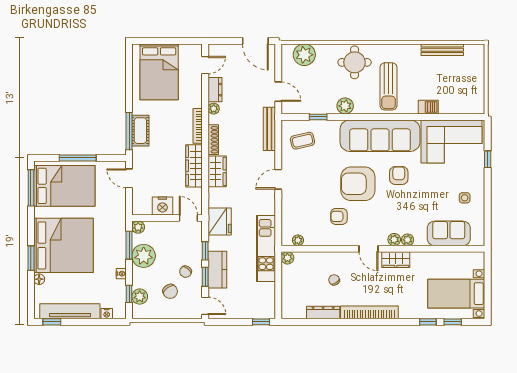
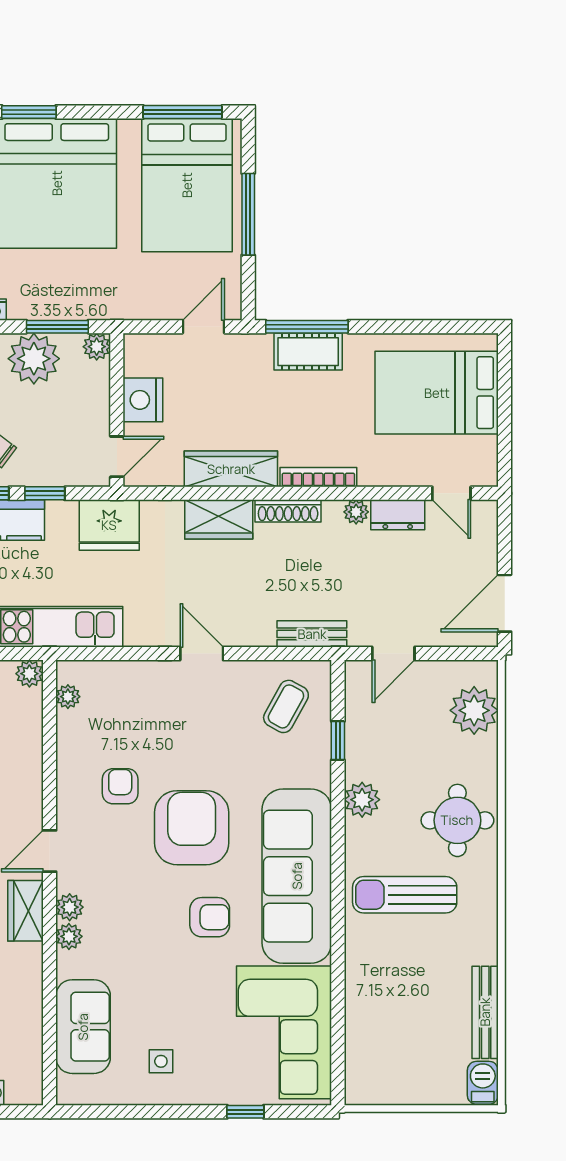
barbecue: (428, 107) -> (483, 1083), moved, turned 180
bench: (269, 129) -> (312, 634), width x0.73
coffee table: (302, 141) -> (286, 706), turned 42

